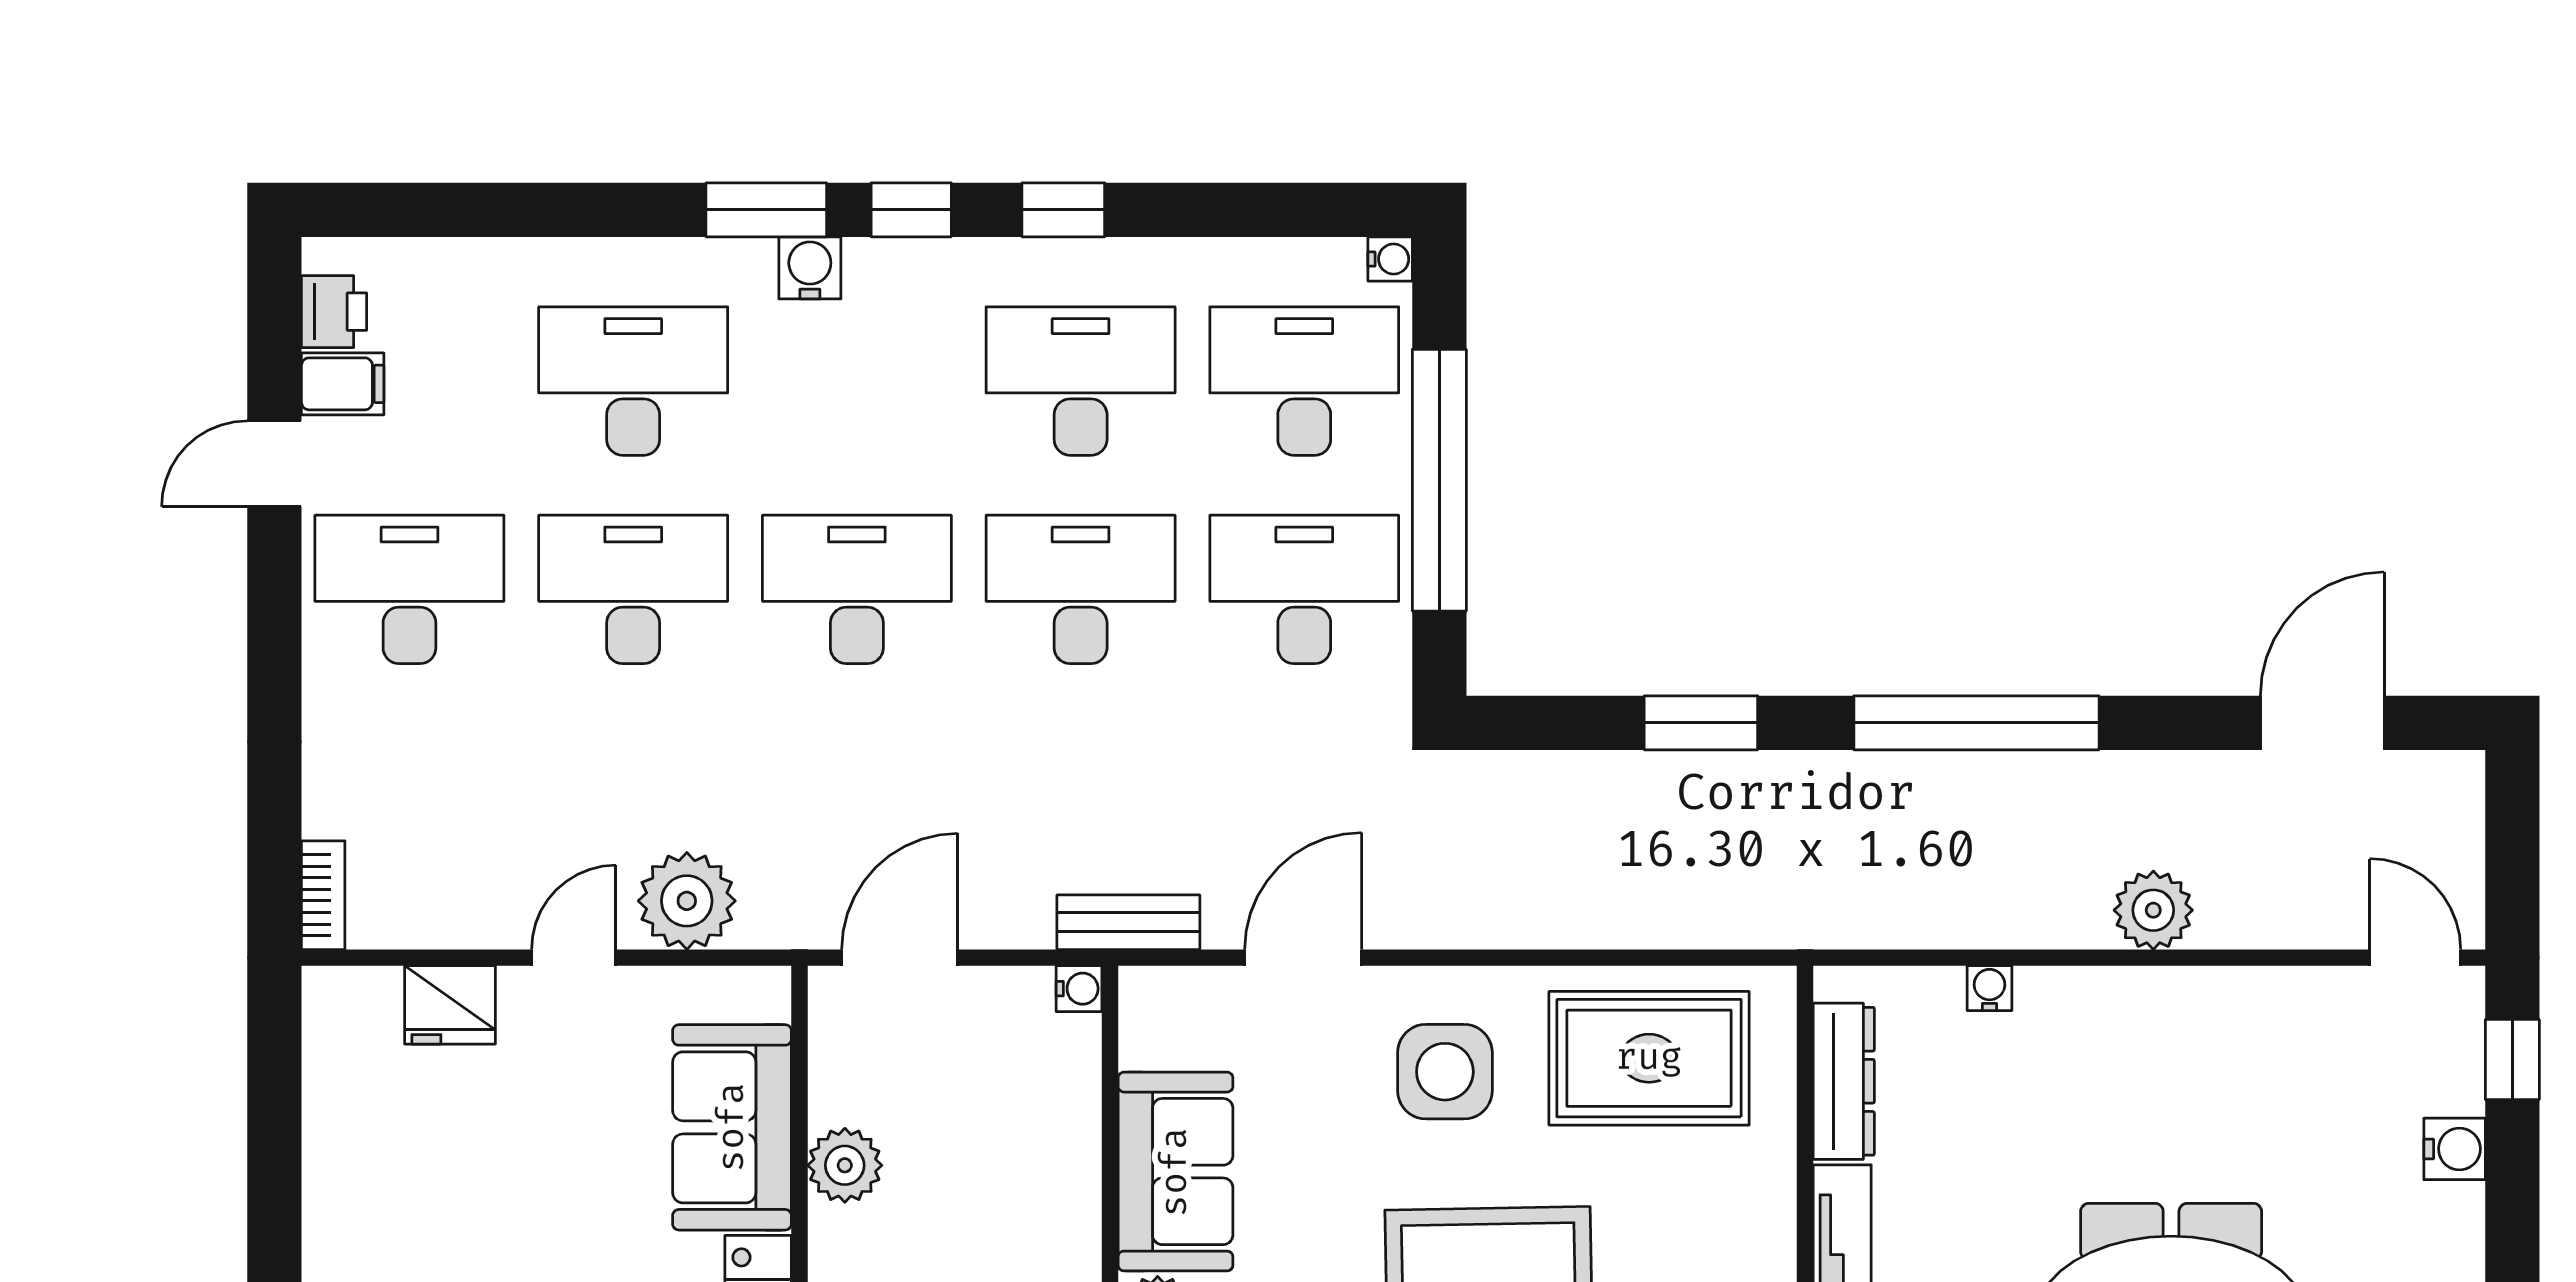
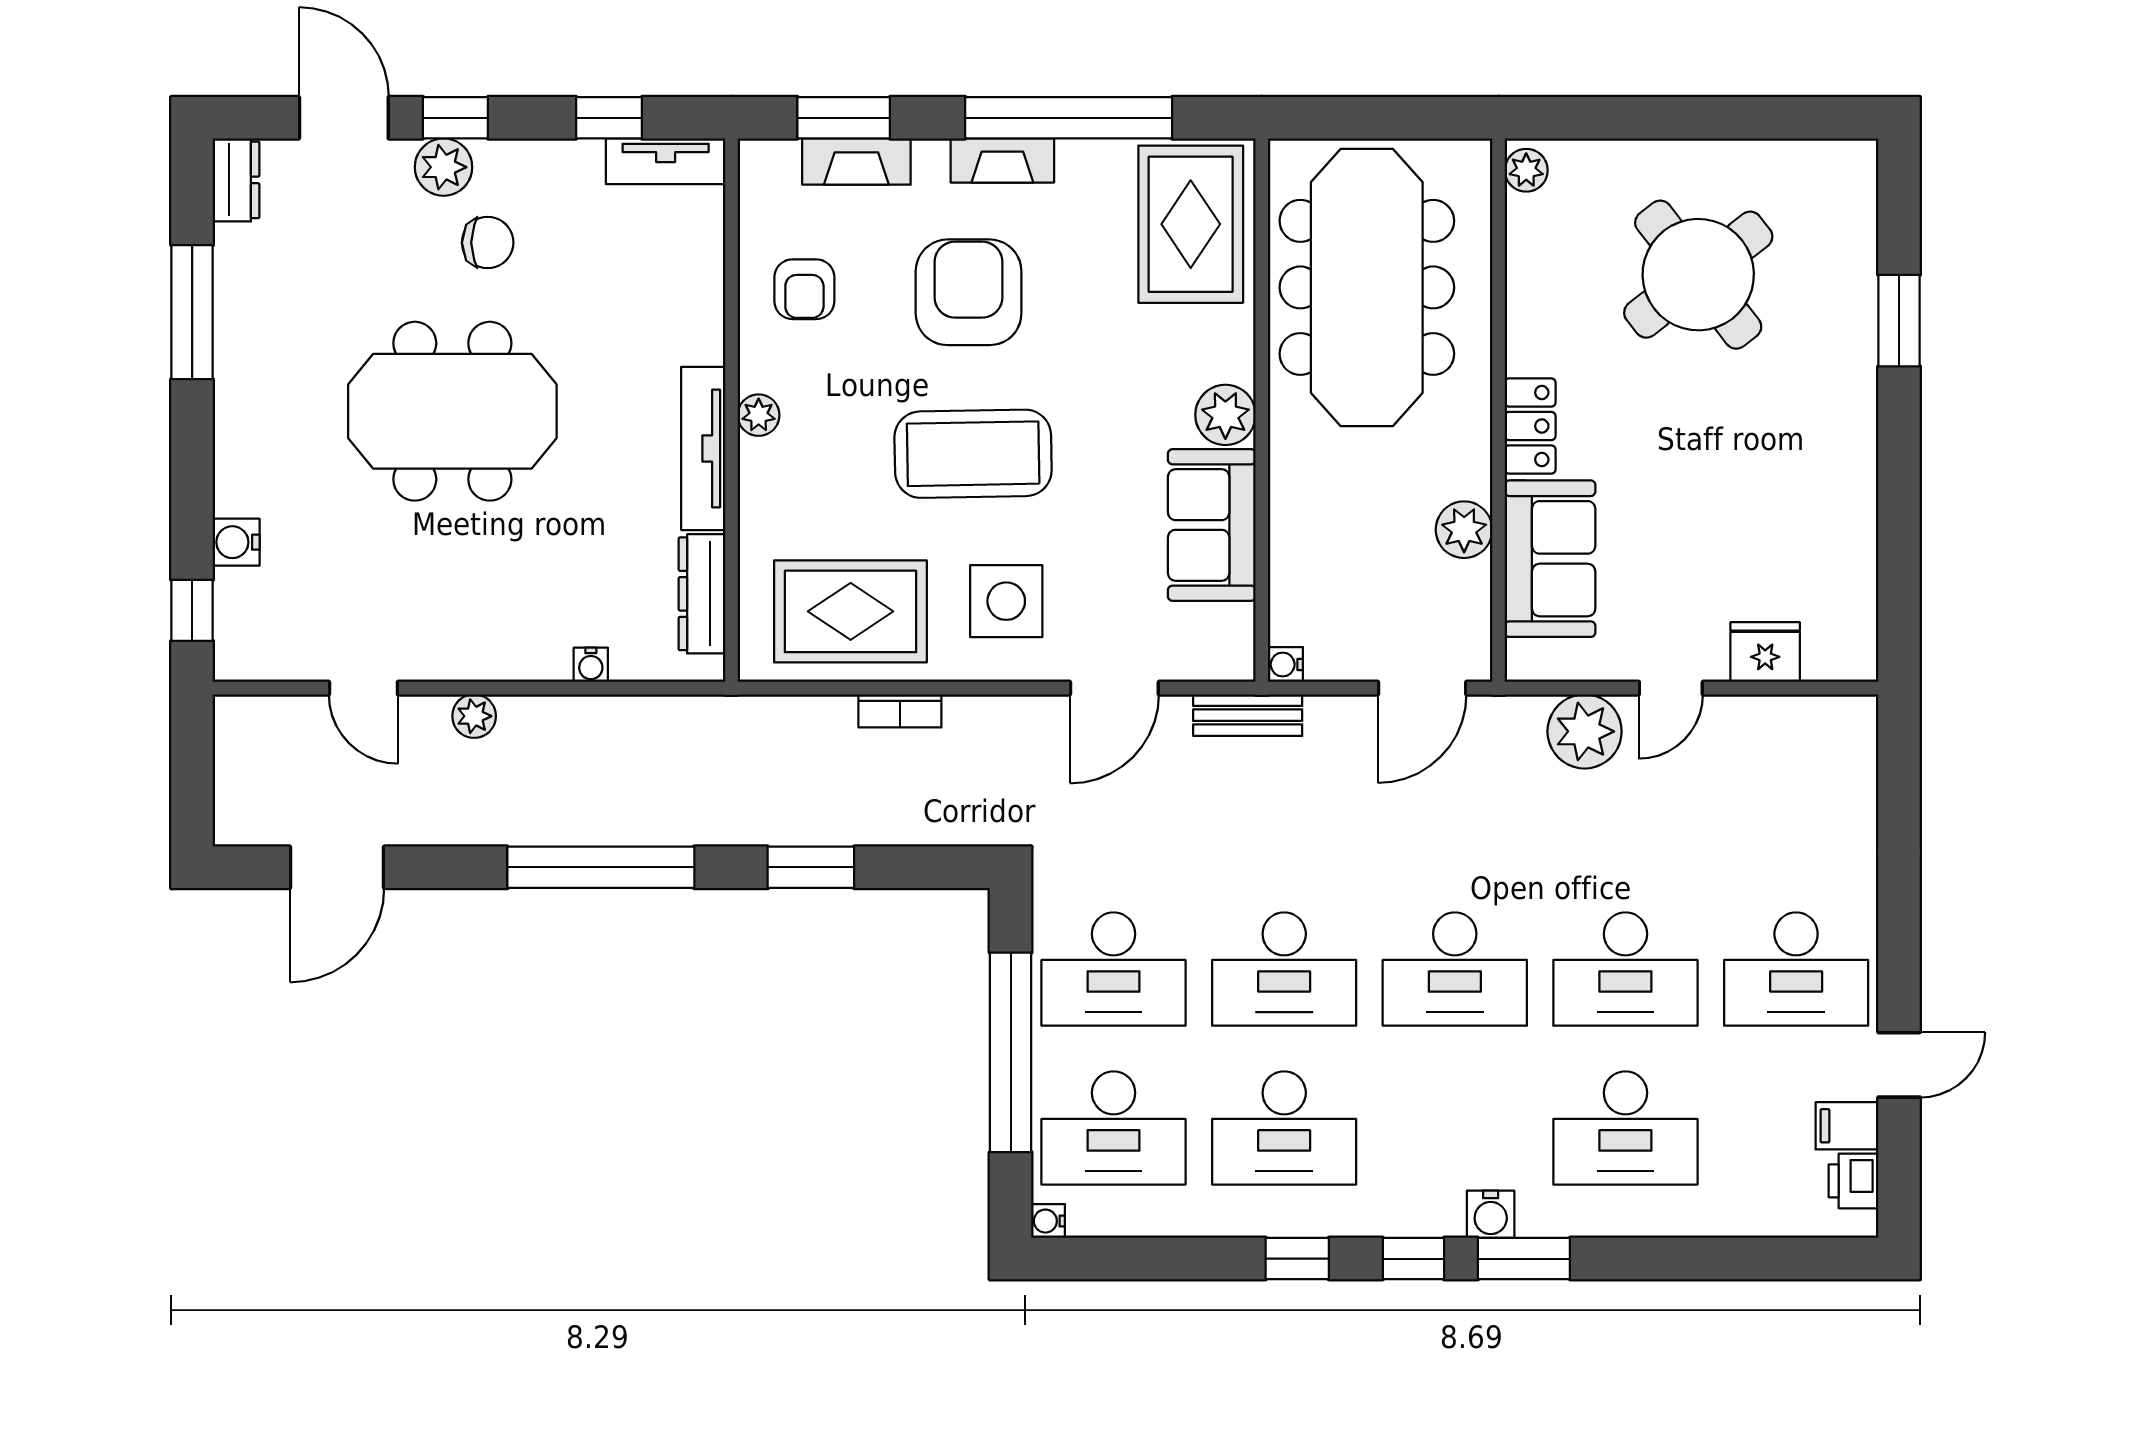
bookcase: (323, 895) -> (900, 711), moved, turned -90
plant: (2153, 910) -> (474, 716), width x0.73, depth x0.73
door: (2415, 958) -> (363, 688), moved

